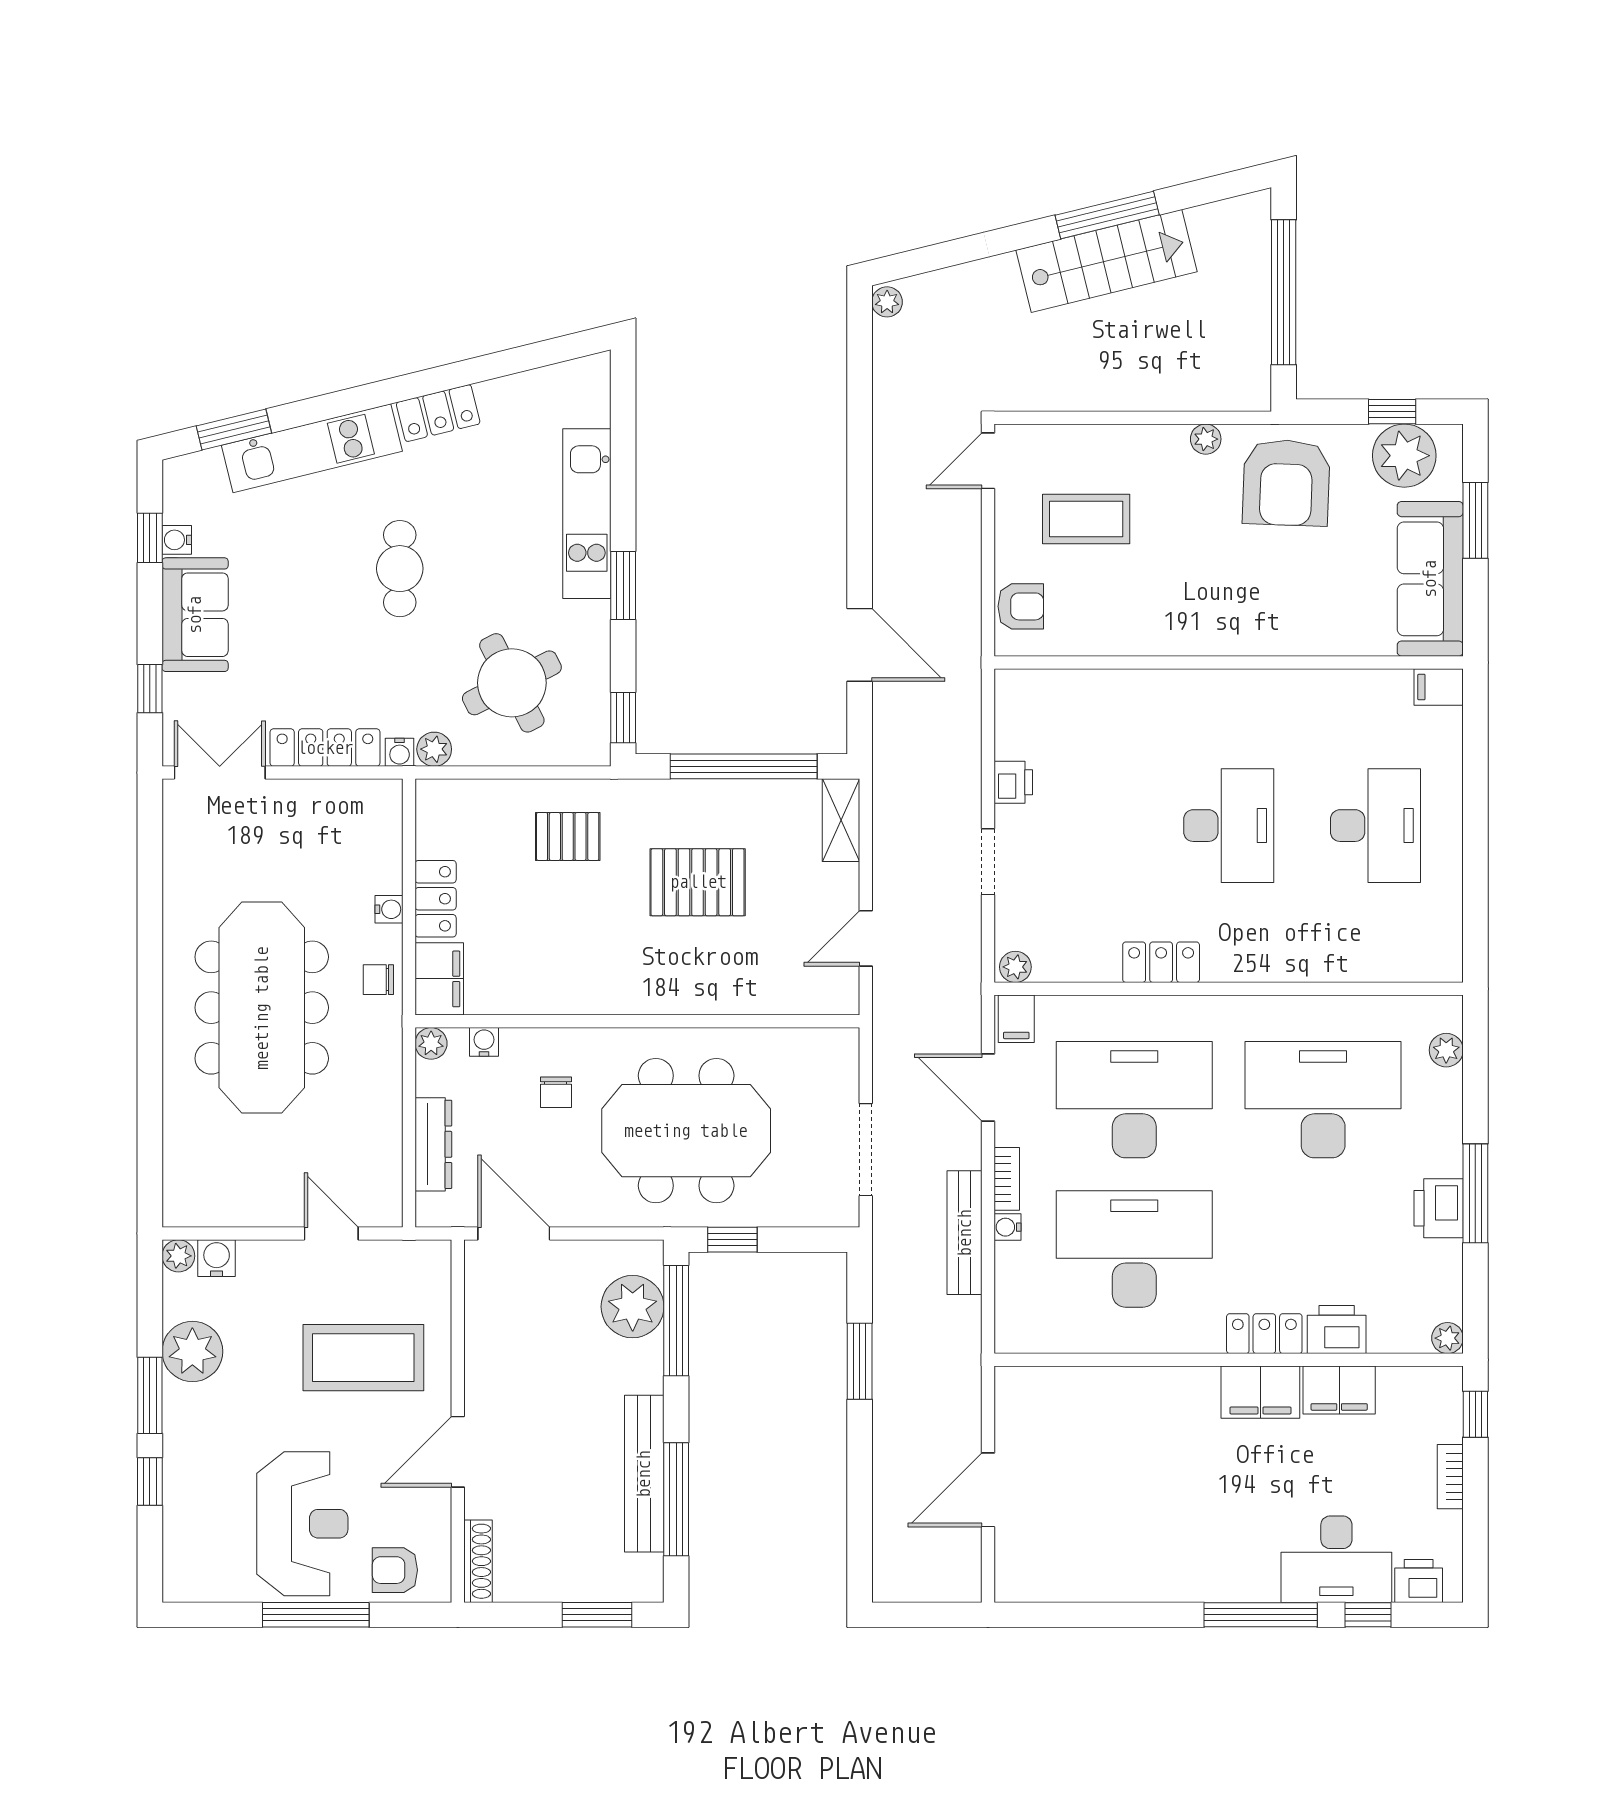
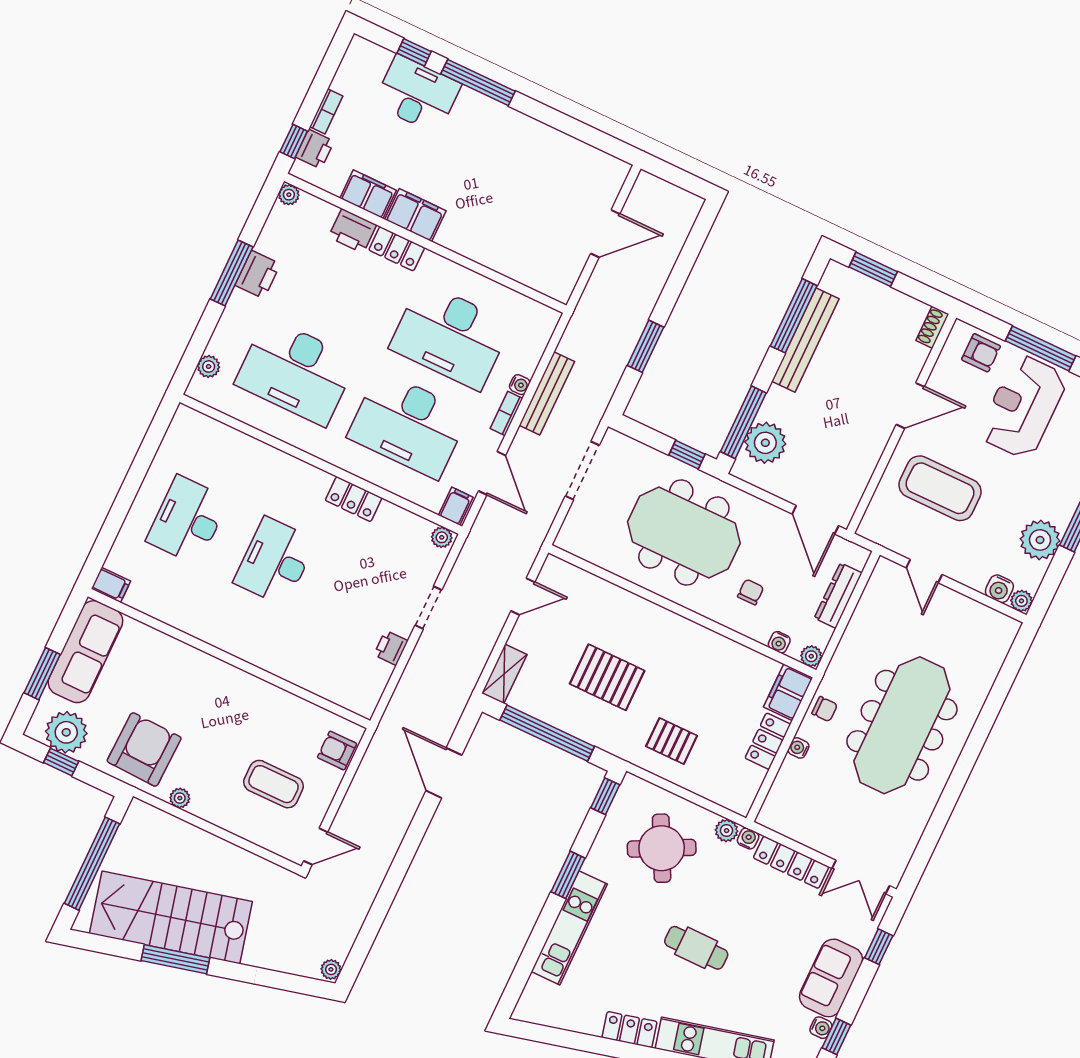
stairs: (1107, 261) -> (171, 918), width x1.36, depth x1.51
cafe table: (400, 569) -> (696, 948), turned 90
shoe rack: (478, 1561) -> (932, 327), width x0.70
printer: (1419, 1581) -> (315, 149), moved, turned -90

